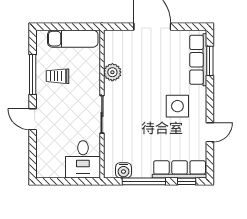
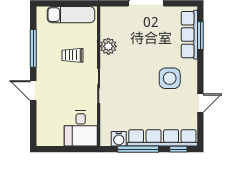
trolley: (58, 76) -> (73, 55), moved
row of seats: (180, 169) -> (162, 138), width x1.36

